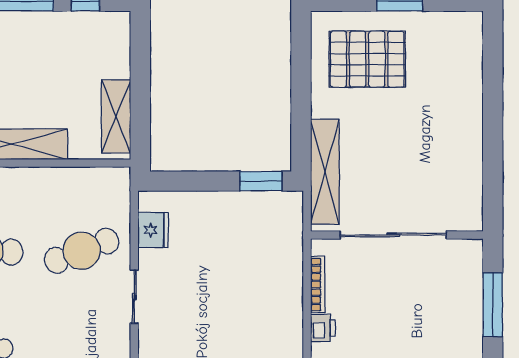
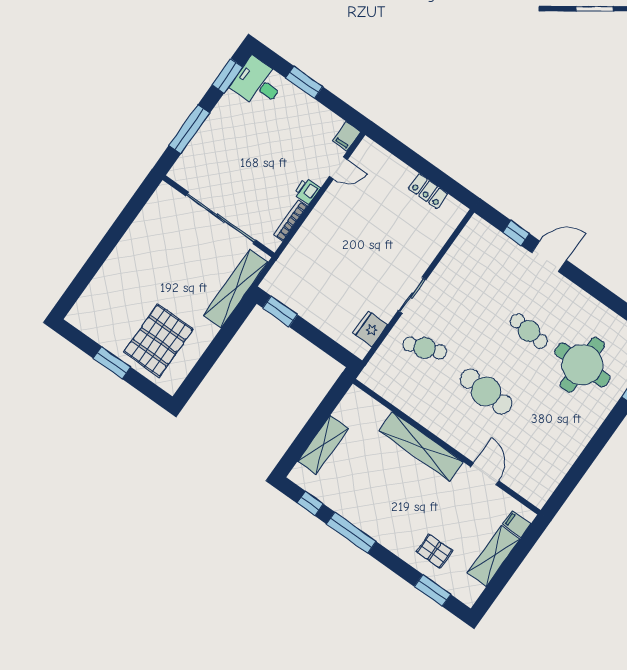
pallet: (367, 59) -> (158, 341), turned 90
shelving: (116, 116) -> (323, 445), moved
cafe table: (82, 251) -> (425, 348), width x0.73, depth x0.74

